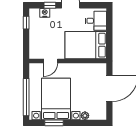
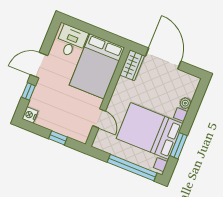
nightstand: (45, 13) -> (30, 115), moved
window: (26, 23) -> (58, 138), moved
wardrobe: (96, 69) -> (132, 65), added

